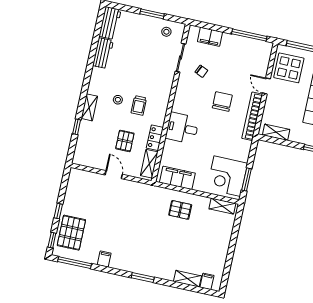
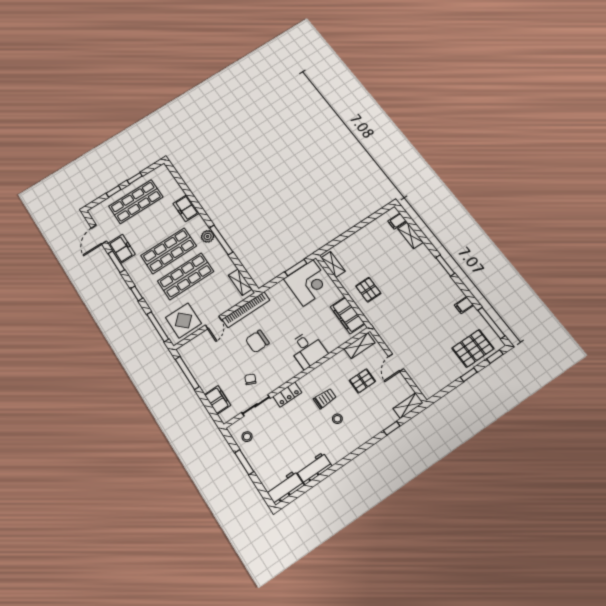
shelving: (89, 107) -> (408, 406), moved
locker: (155, 138) -> (287, 394), moved

